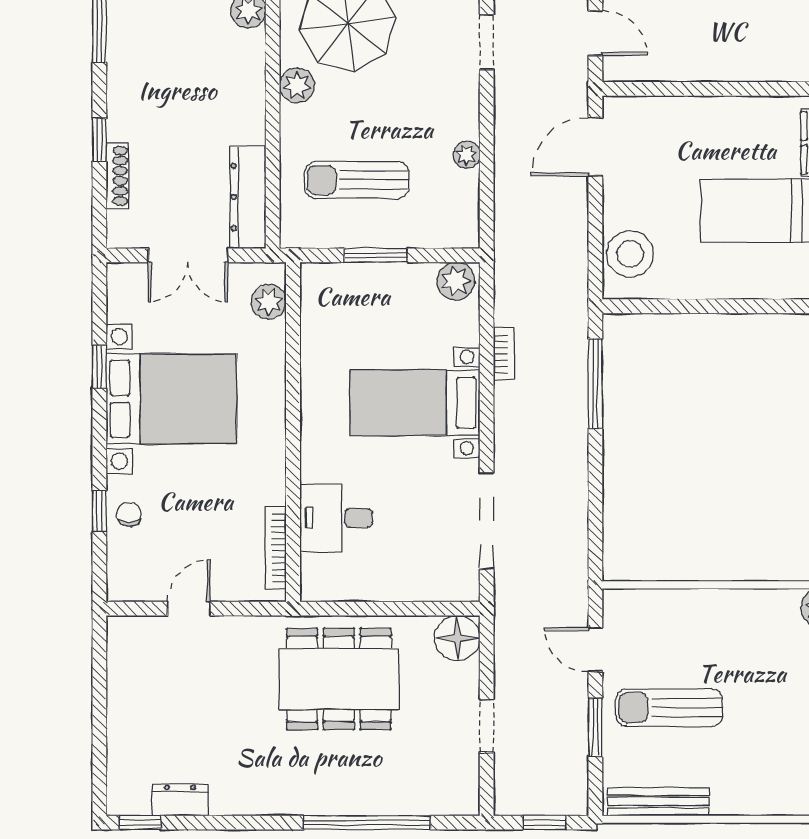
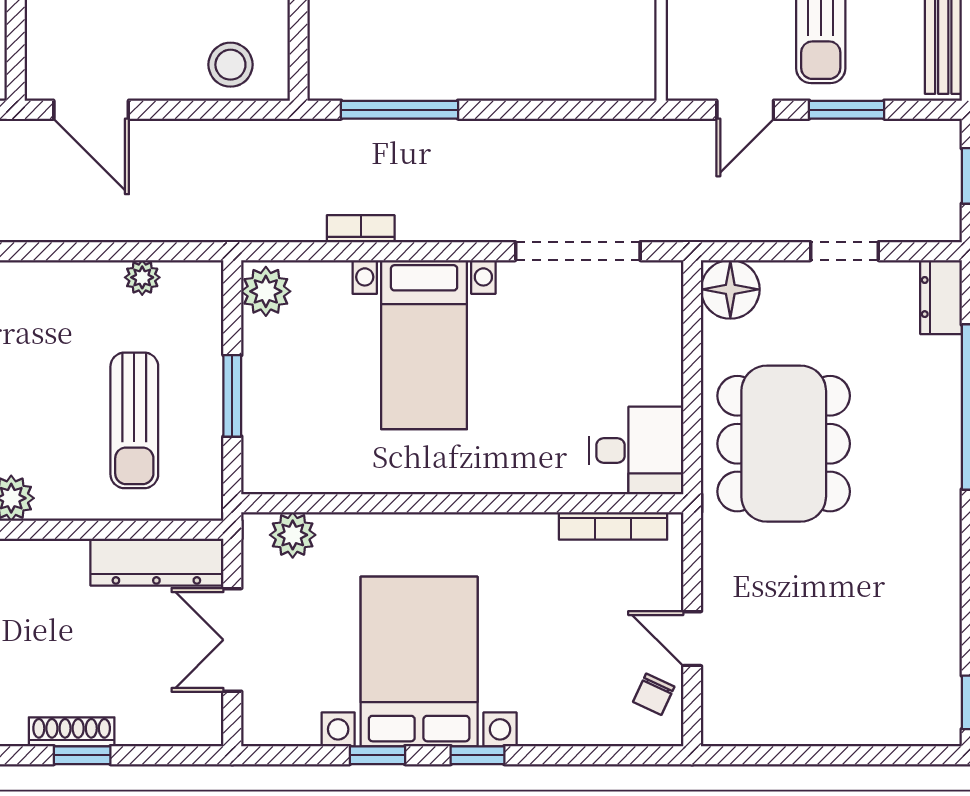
plant: (466, 155) -> (142, 277), moved
shoe rack: (117, 176) -> (72, 732), moved
stool: (630, 254) -> (230, 65), width x0.73, depth x0.73
double door: (188, 255) -> (232, 640), swing flipped
window: (99, 511) -> (477, 755), moved
chair: (129, 514) -> (654, 694), moved, turned -65
desk: (336, 518) -> (636, 451), moved, turned -90
dresser: (180, 800) -> (941, 297), moved

